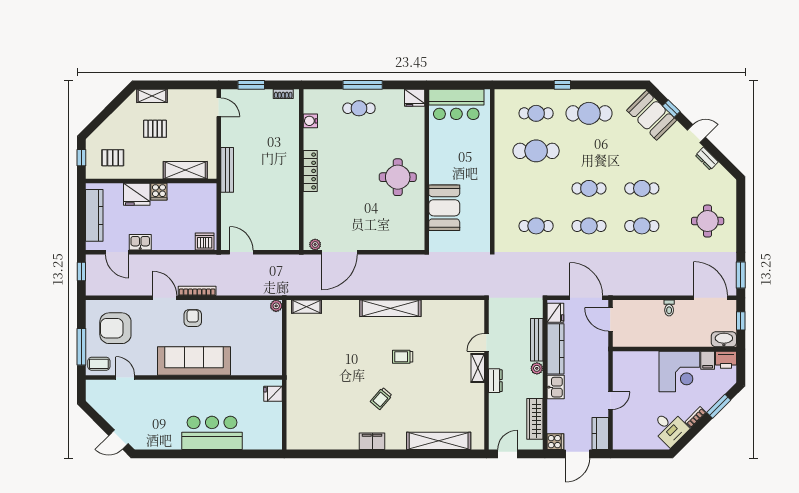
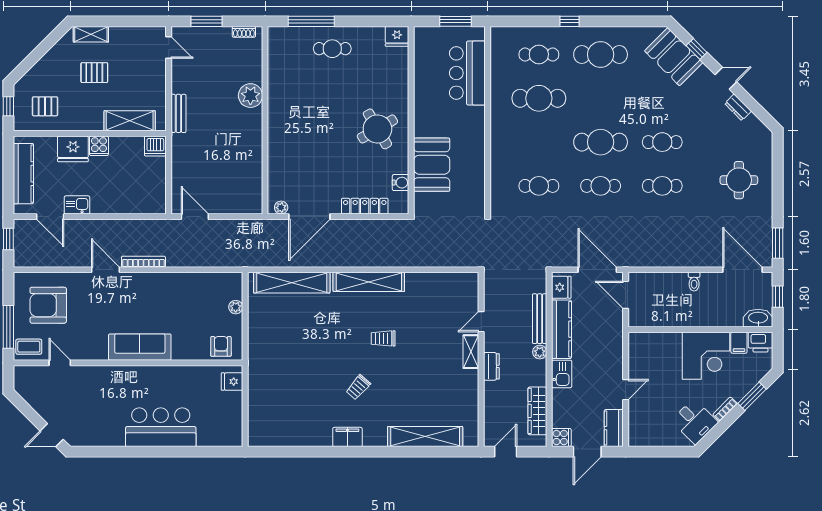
window: (363, 85) -> (311, 21), moved
window: (465, 85) -> (455, 21), added
bar counter: (456, 104) -> (467, 73), moved, turned 90
water cooler: (310, 121) -> (401, 183), moved, turned 180
plant: (289, 148) -> (250, 96), added
bench: (227, 170) -> (178, 113), width x0.73
locker: (310, 171) -> (365, 206), moved, turned -90
round table: (398, 177) -> (377, 129), turned -30
cafe table: (589, 188) -> (601, 142), width x1.37, depth x1.35
dishwasher: (205, 241) -> (155, 146), moved, turned 180
plant: (276, 306) -> (236, 307), moved
shelving: (306, 307) -> (292, 283), width x2.20, depth x1.33
armchair: (193, 318) -> (221, 346), moved
sofa: (194, 361) -> (140, 347), width x0.74, depth x0.79

